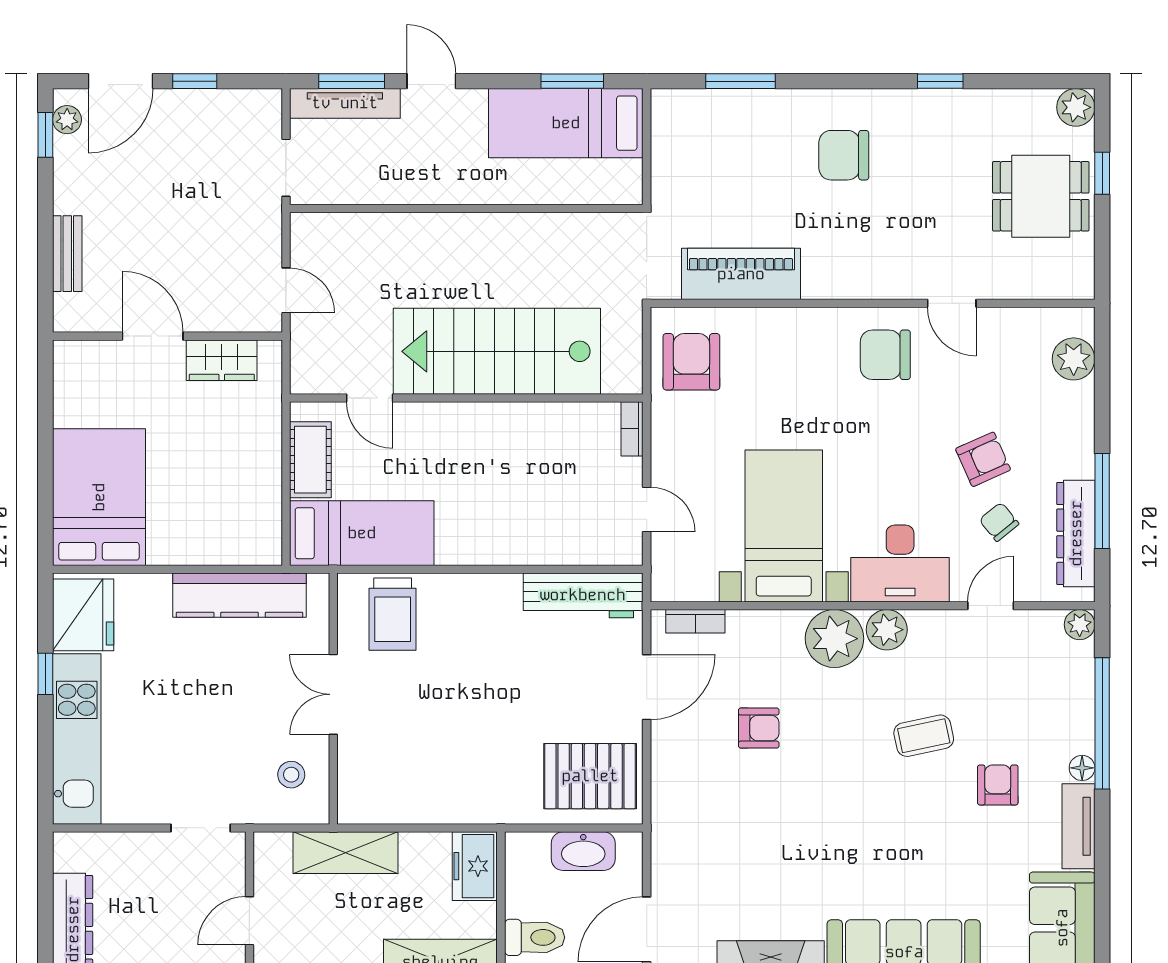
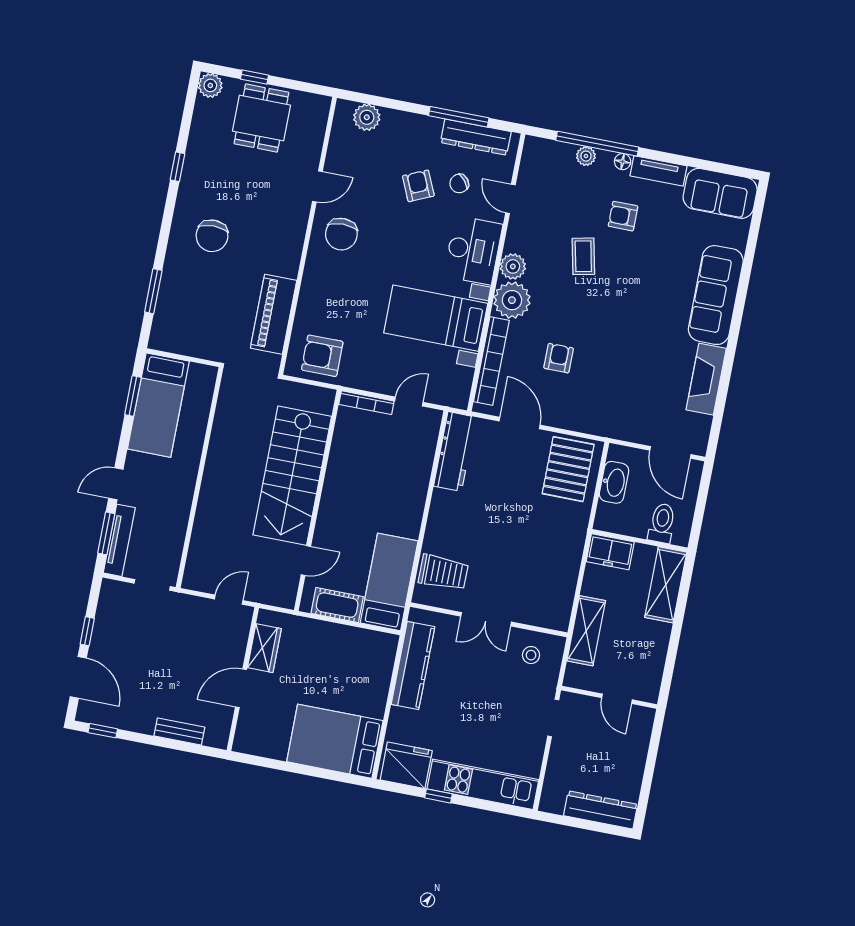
plant: (67, 120) -> (96, 715), removed
bookcase: (632, 429) -> (366, 403), width x1.56
bookcase: (695, 621) -> (491, 361), width x2.31, depth x1.31
plant: (1080, 625) -> (586, 156), moved

